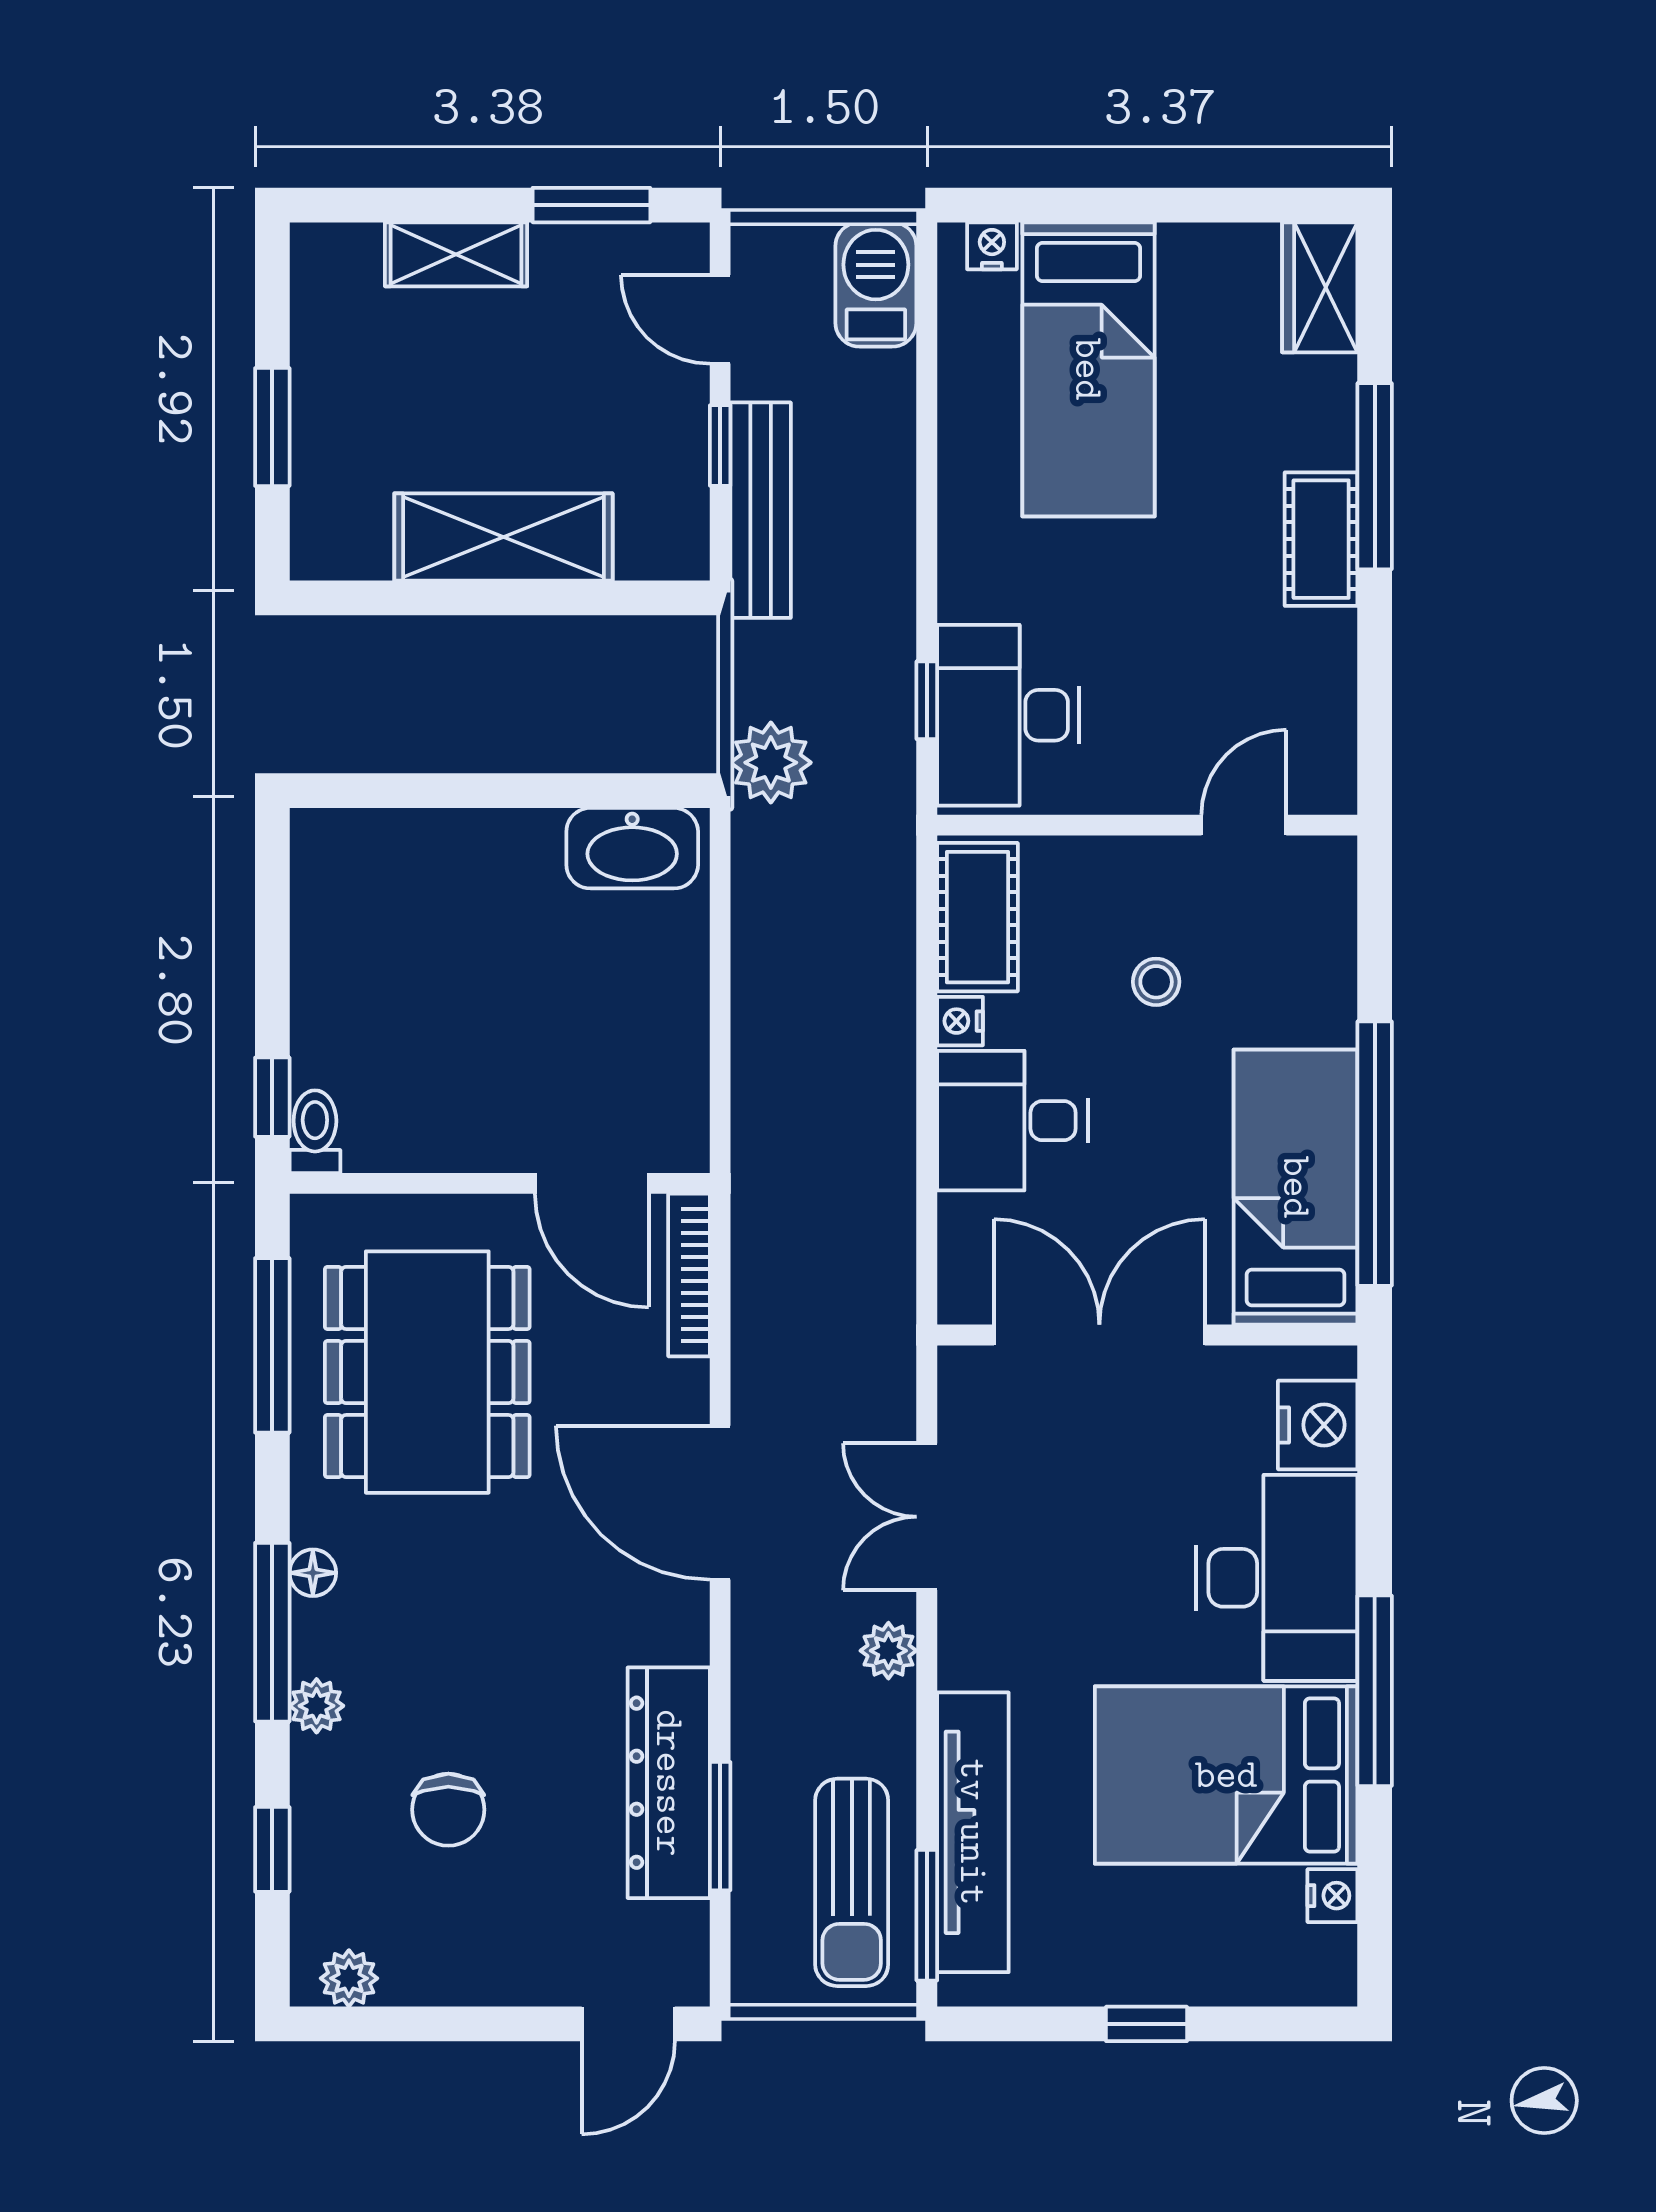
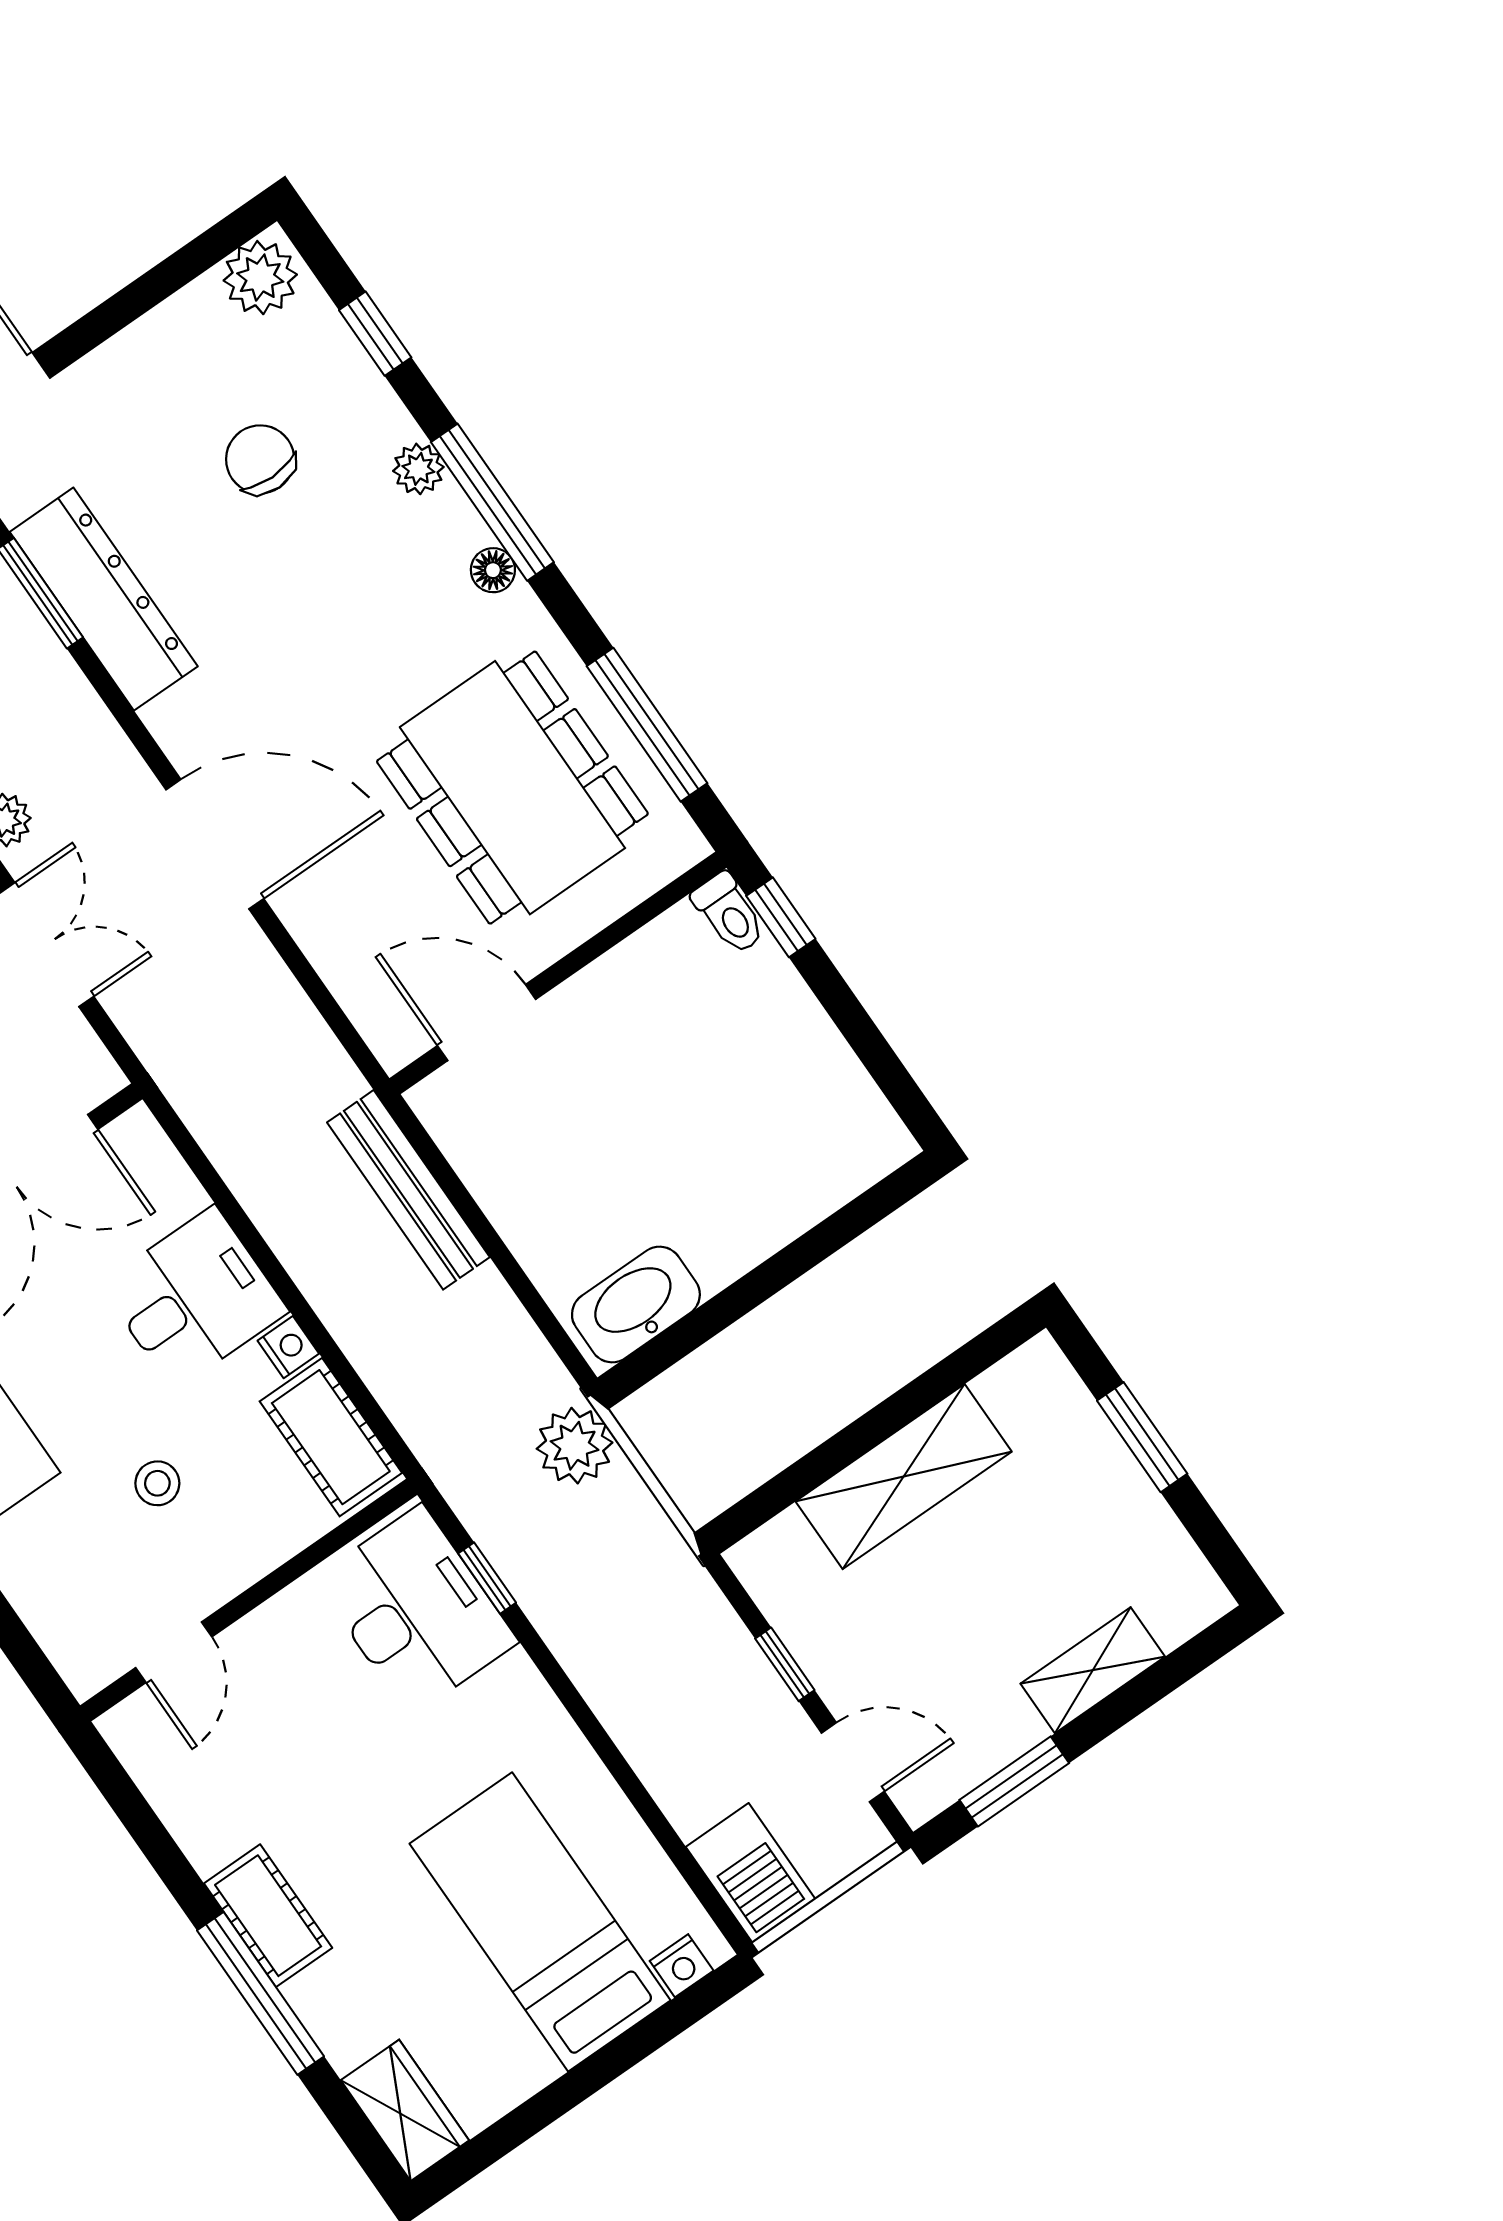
bench: (761, 510) -> (408, 1190), moved
bookcase: (689, 1275) -> (362, 1004), removed
plant: (349, 1978) -> (260, 278), width x1.38, depth x1.38

